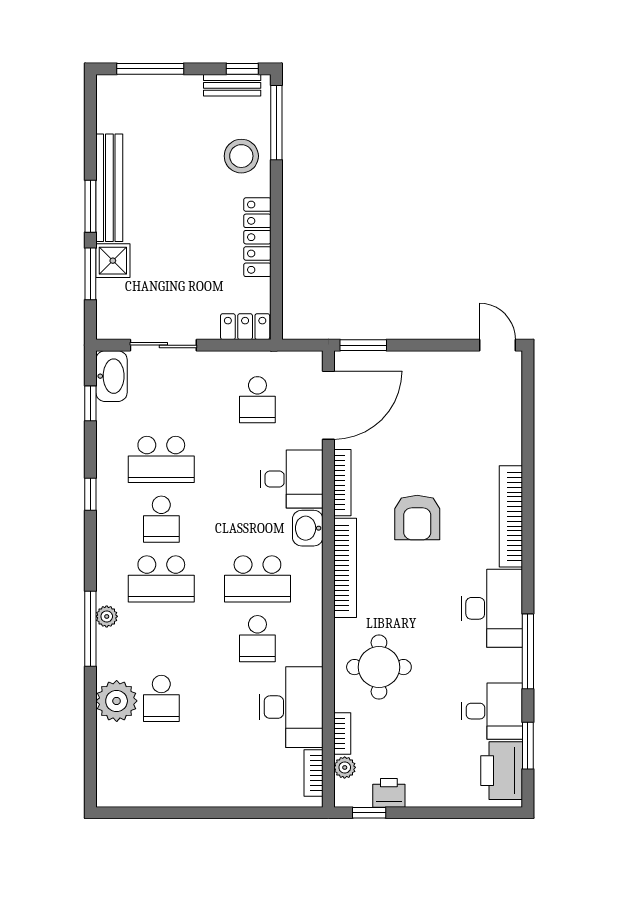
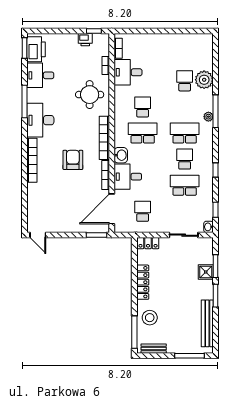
window: (242, 69) -> (149, 356), removed
bench: (109, 188) -> (207, 323), moved
washbasin: (111, 376) -> (208, 227), width x0.52, depth x0.69
desk: (291, 707) -> (128, 72), width x0.73
window: (528, 746) -> (25, 48), moved
plant: (345, 767) -> (105, 51), removed

